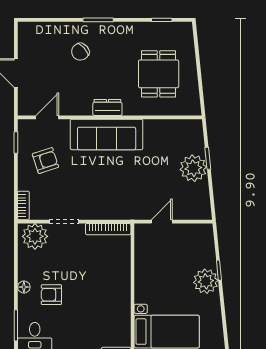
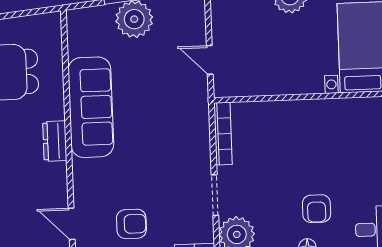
sofa: (107, 134) -> (91, 107), moved
armchair: (45, 161) -> (131, 224), turned 108

